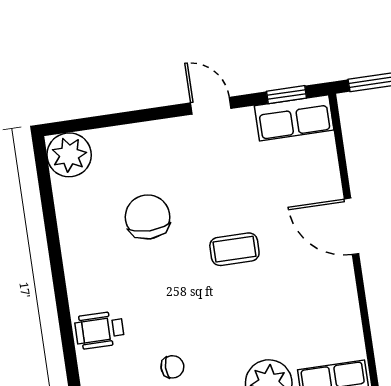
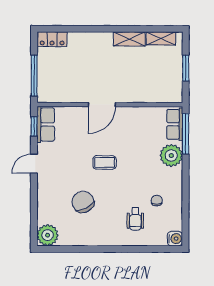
chair: (148, 217) -> (83, 202), turned 63
coffee table: (234, 249) -> (105, 162), turned 90
wheelchair: (99, 330) -> (135, 219), moved

